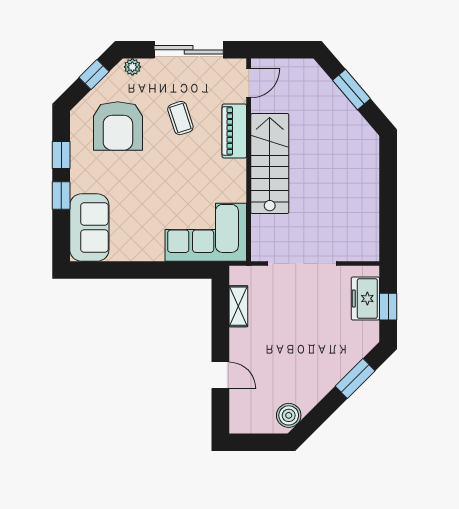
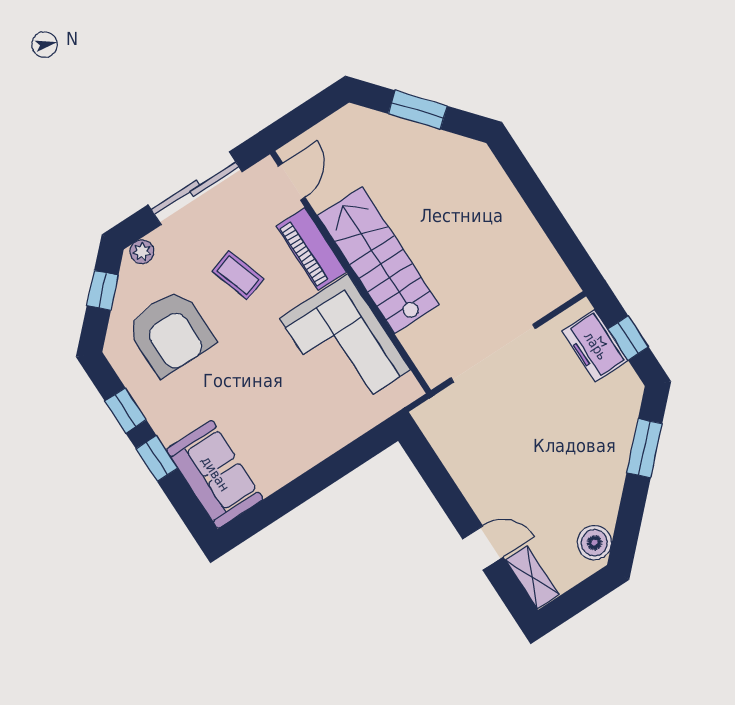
corner sofa: (206, 232) -> (345, 344), moved, turned -90
shelving: (238, 306) -> (532, 577), moved

